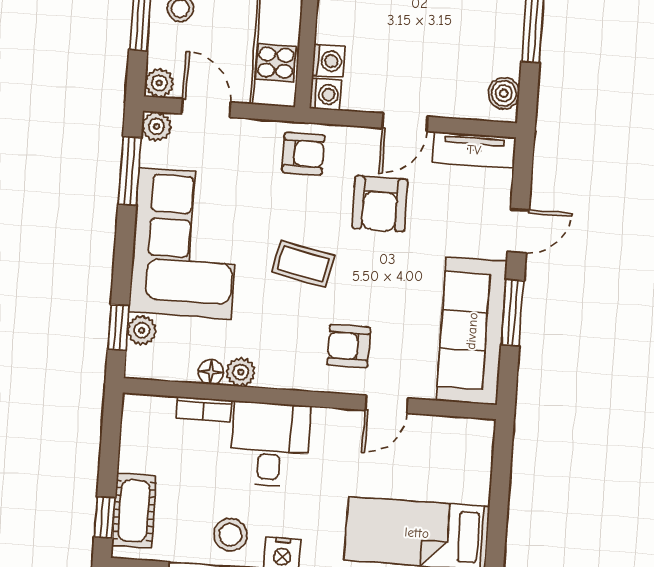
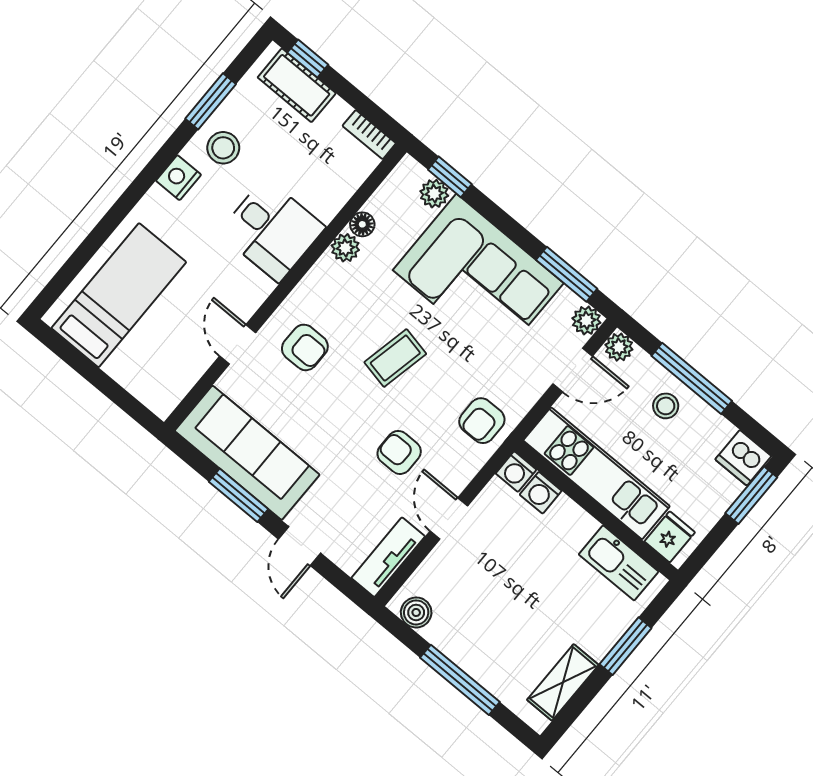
armchair: (380, 204) -> (399, 452), width x0.72, depth x0.72
armchair: (349, 346) -> (305, 347), turned 90
bookcase: (204, 409) -> (369, 135), moved, turned -90

